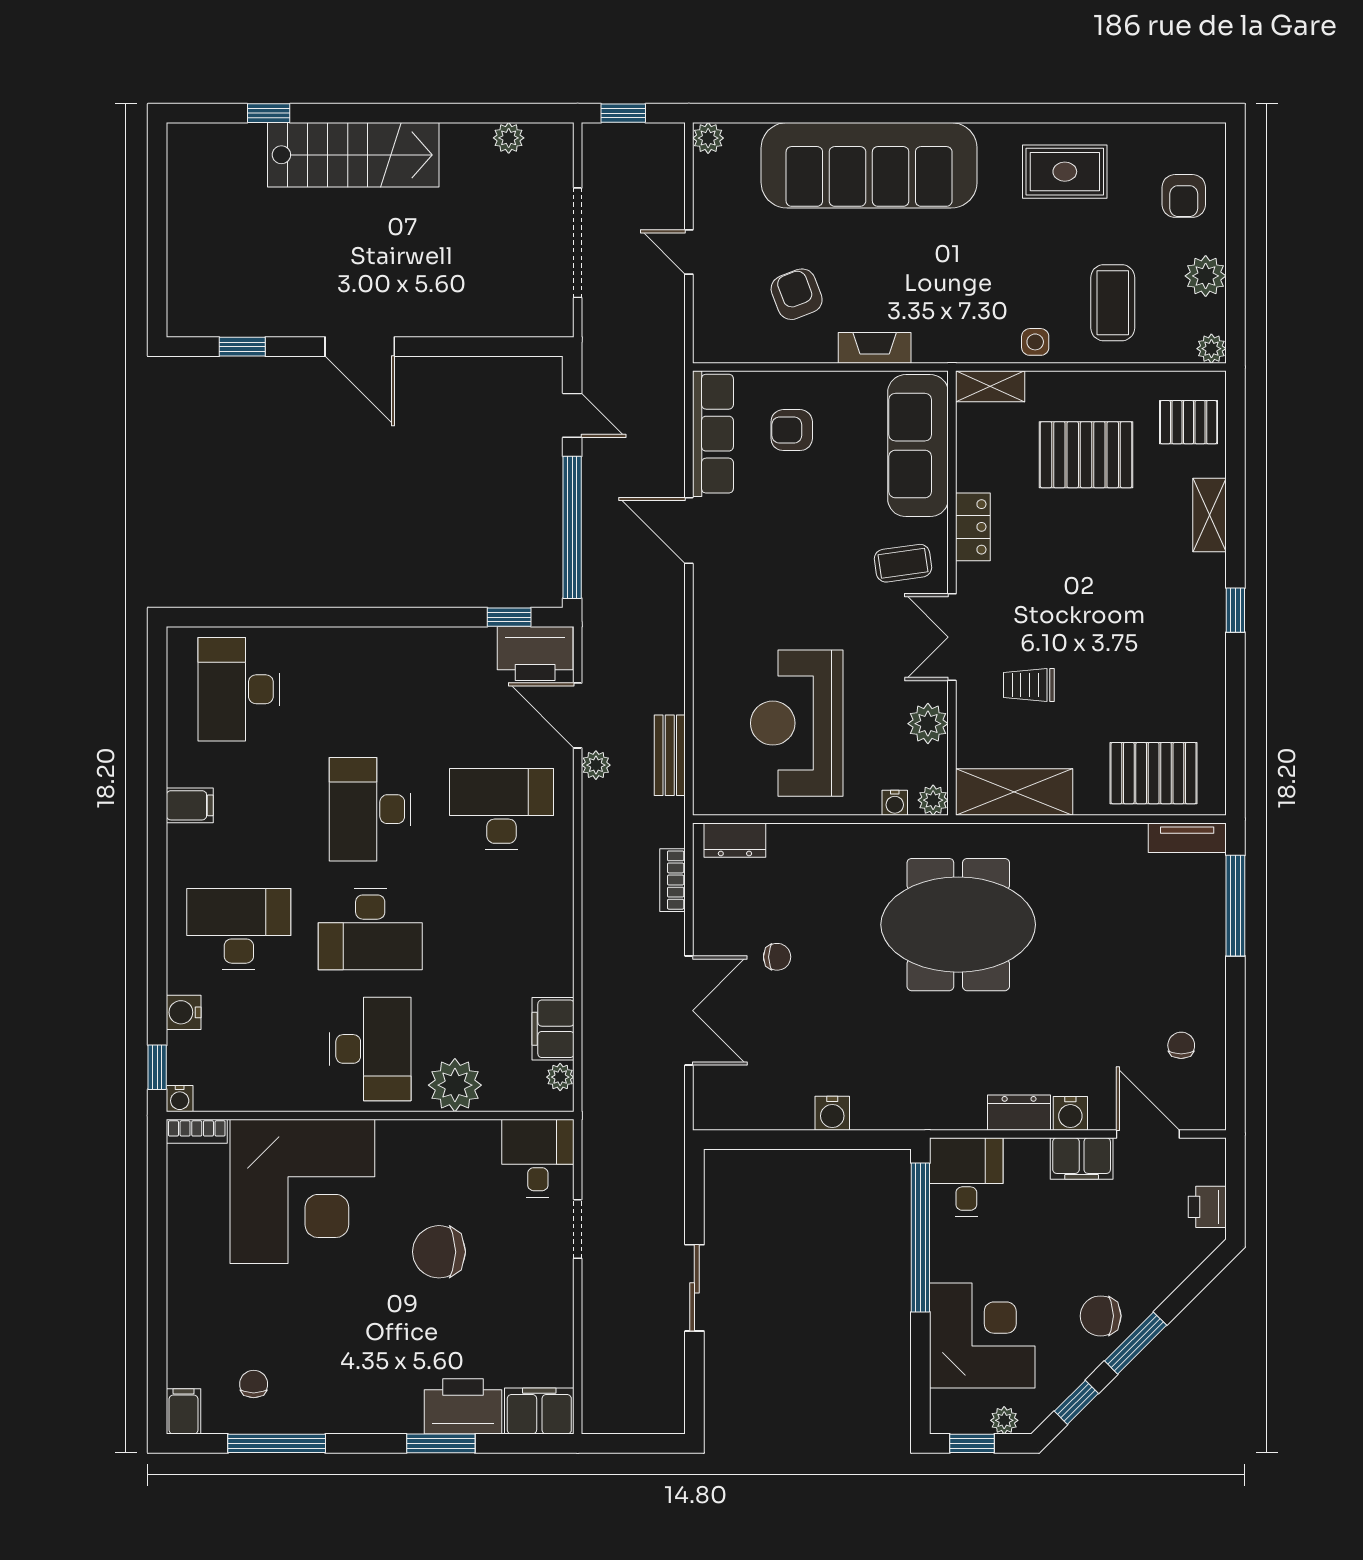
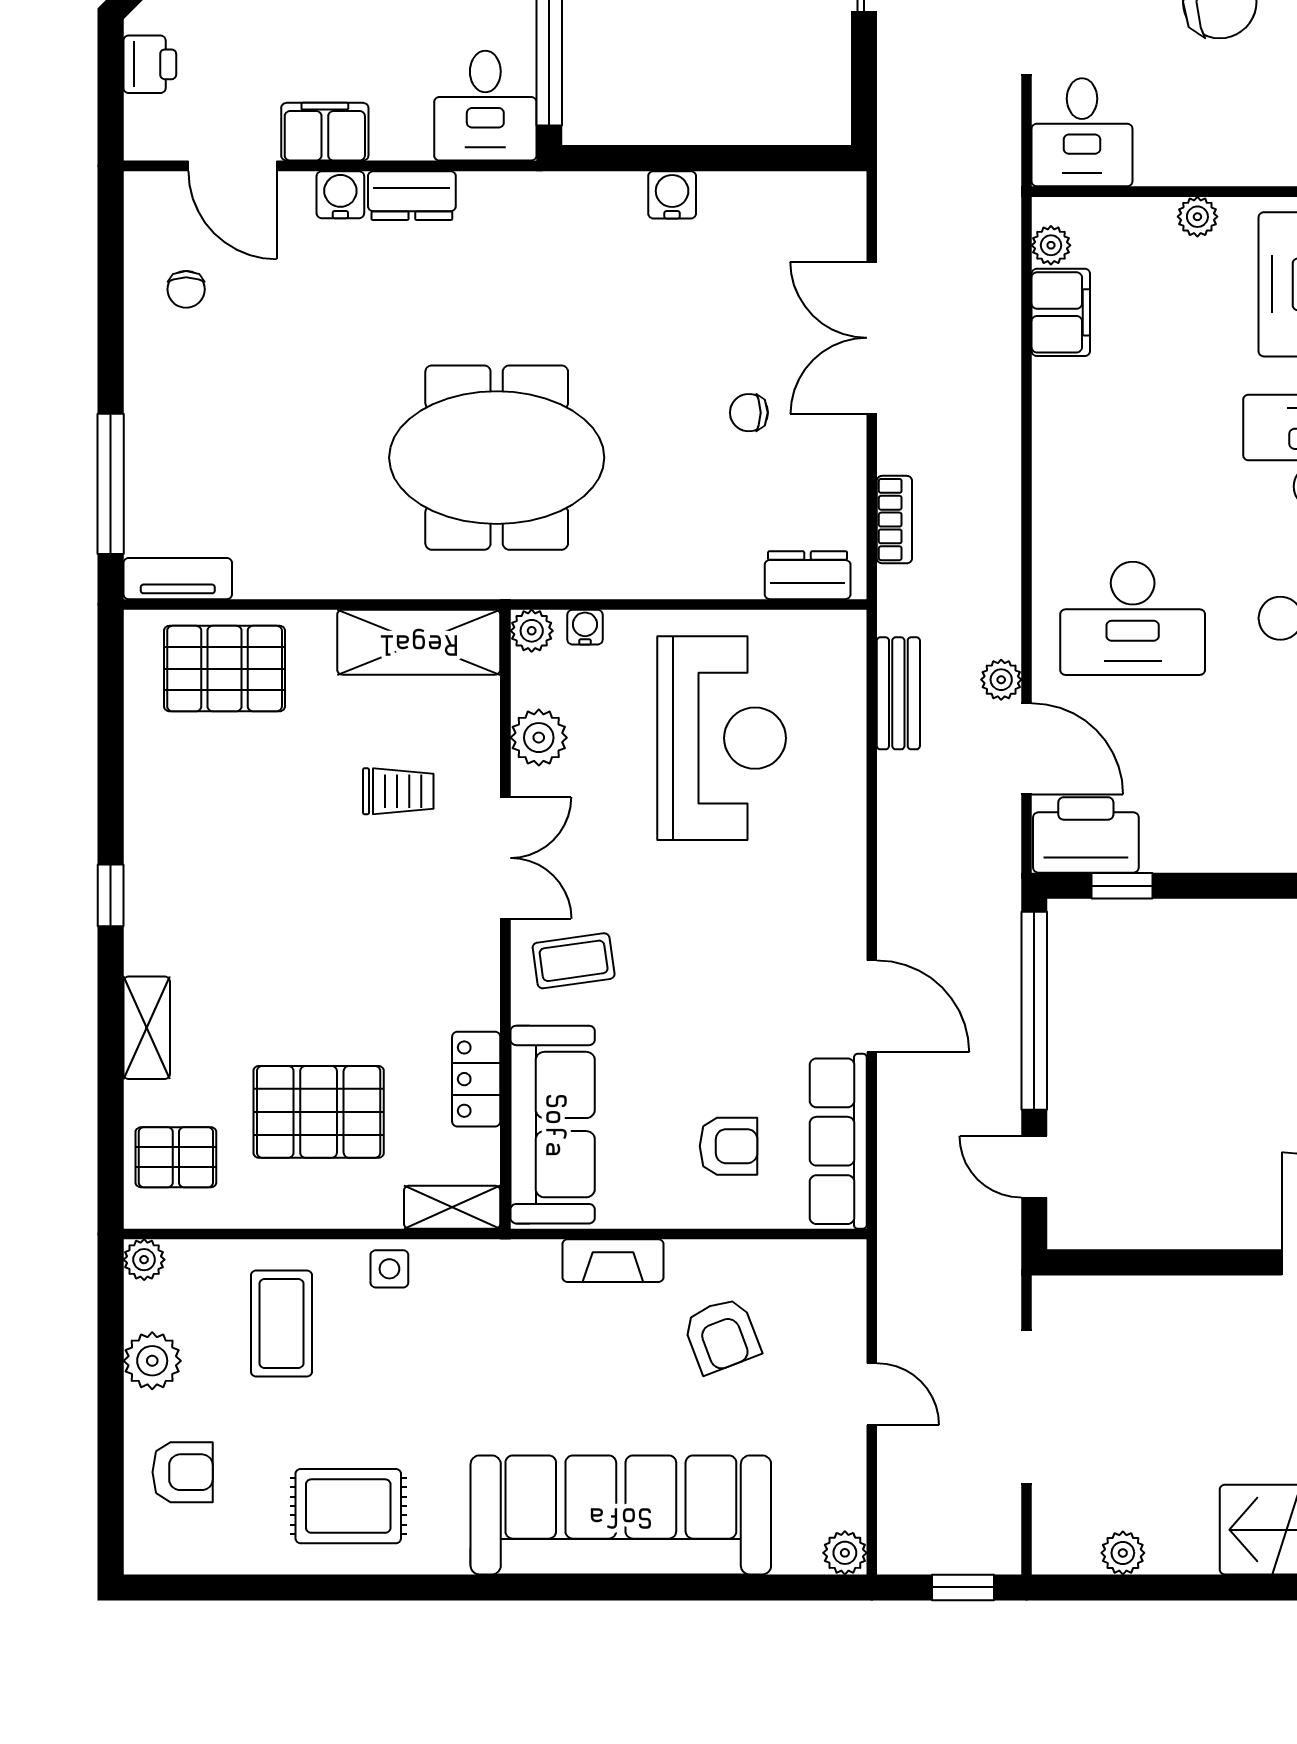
armchair: (1184, 196) -> (183, 1472), turned 90
locker: (973, 527) -> (476, 1079), moved
plant: (455, 1085) -> (1197, 217), width x0.53, depth x0.53

